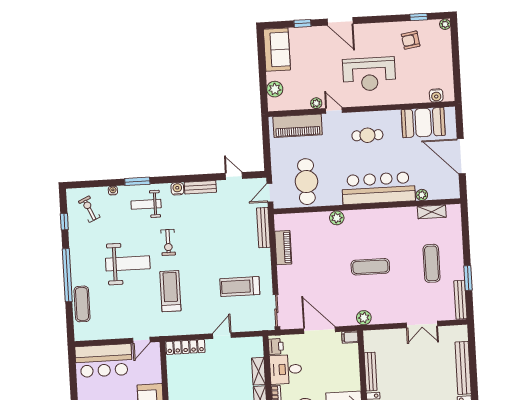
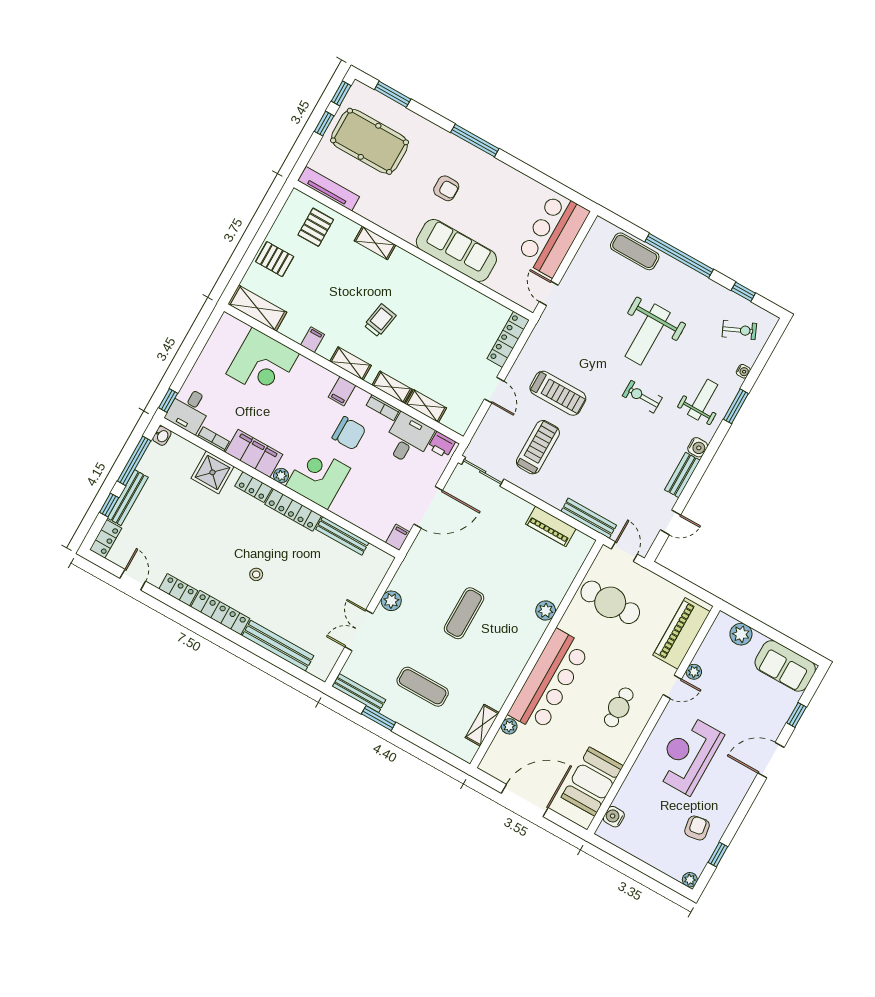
treadmill: (170, 291) -> (558, 393), moved
plant: (364, 318) -> (391, 601), moved

